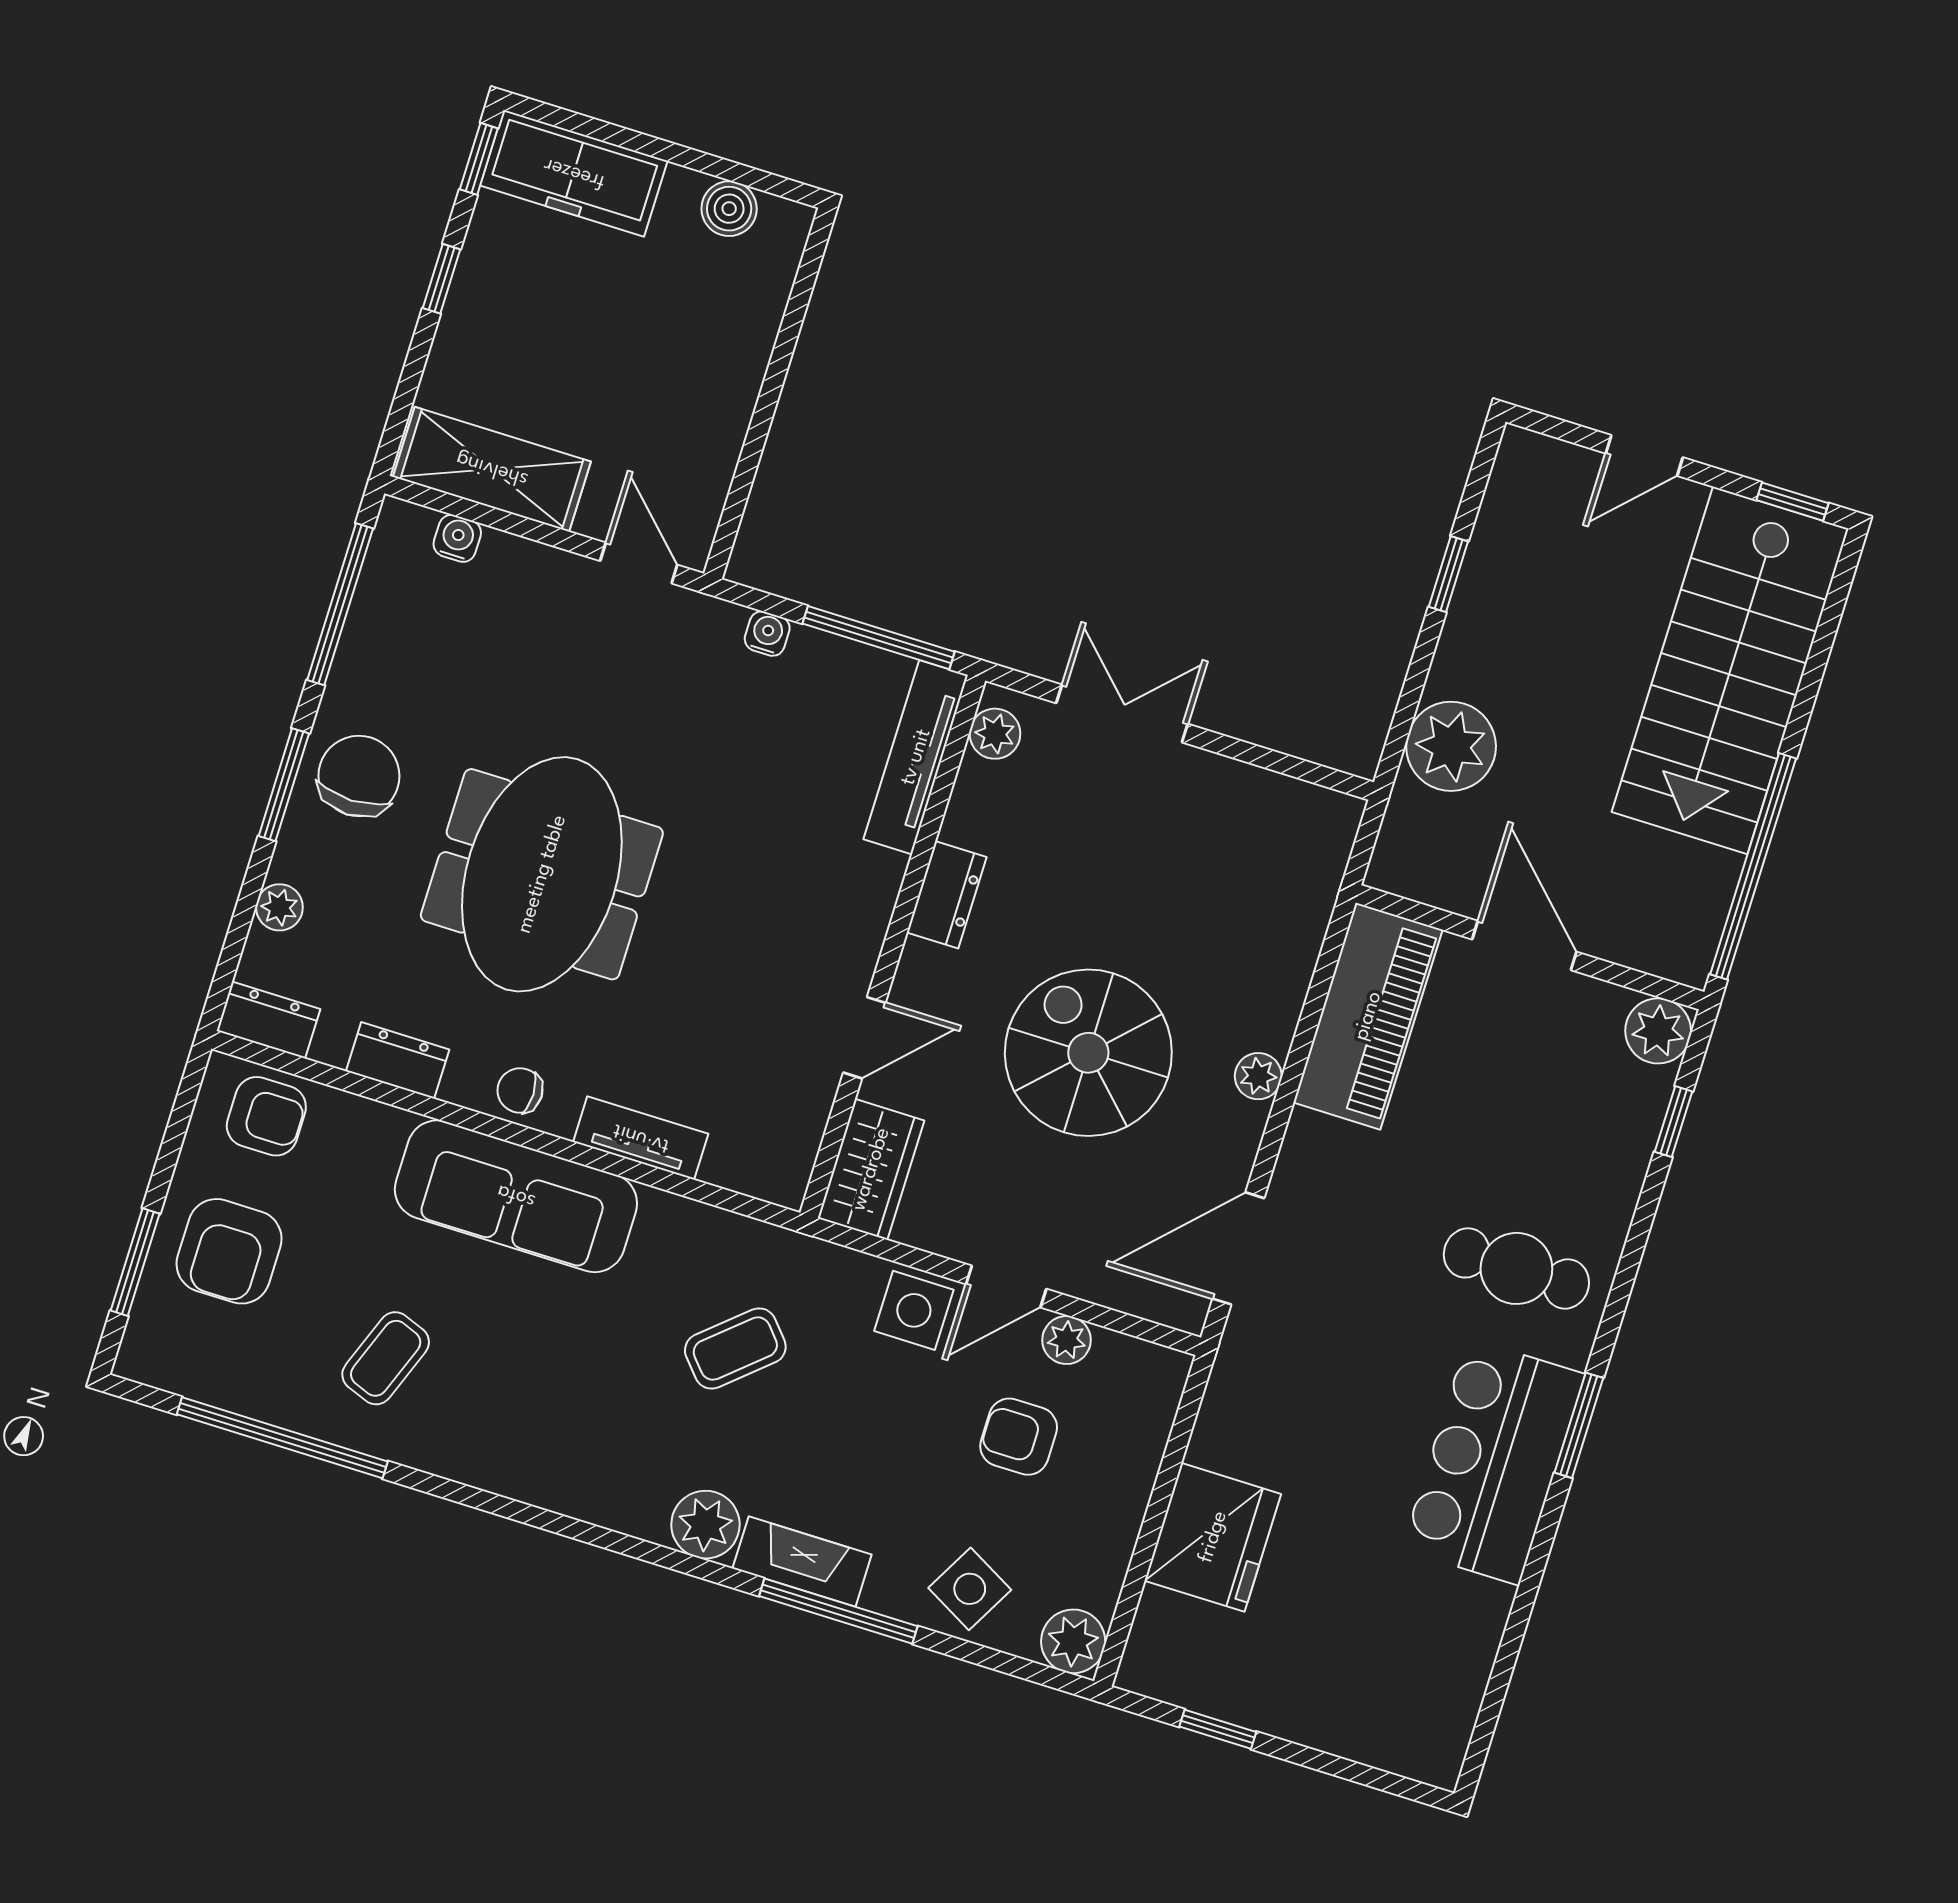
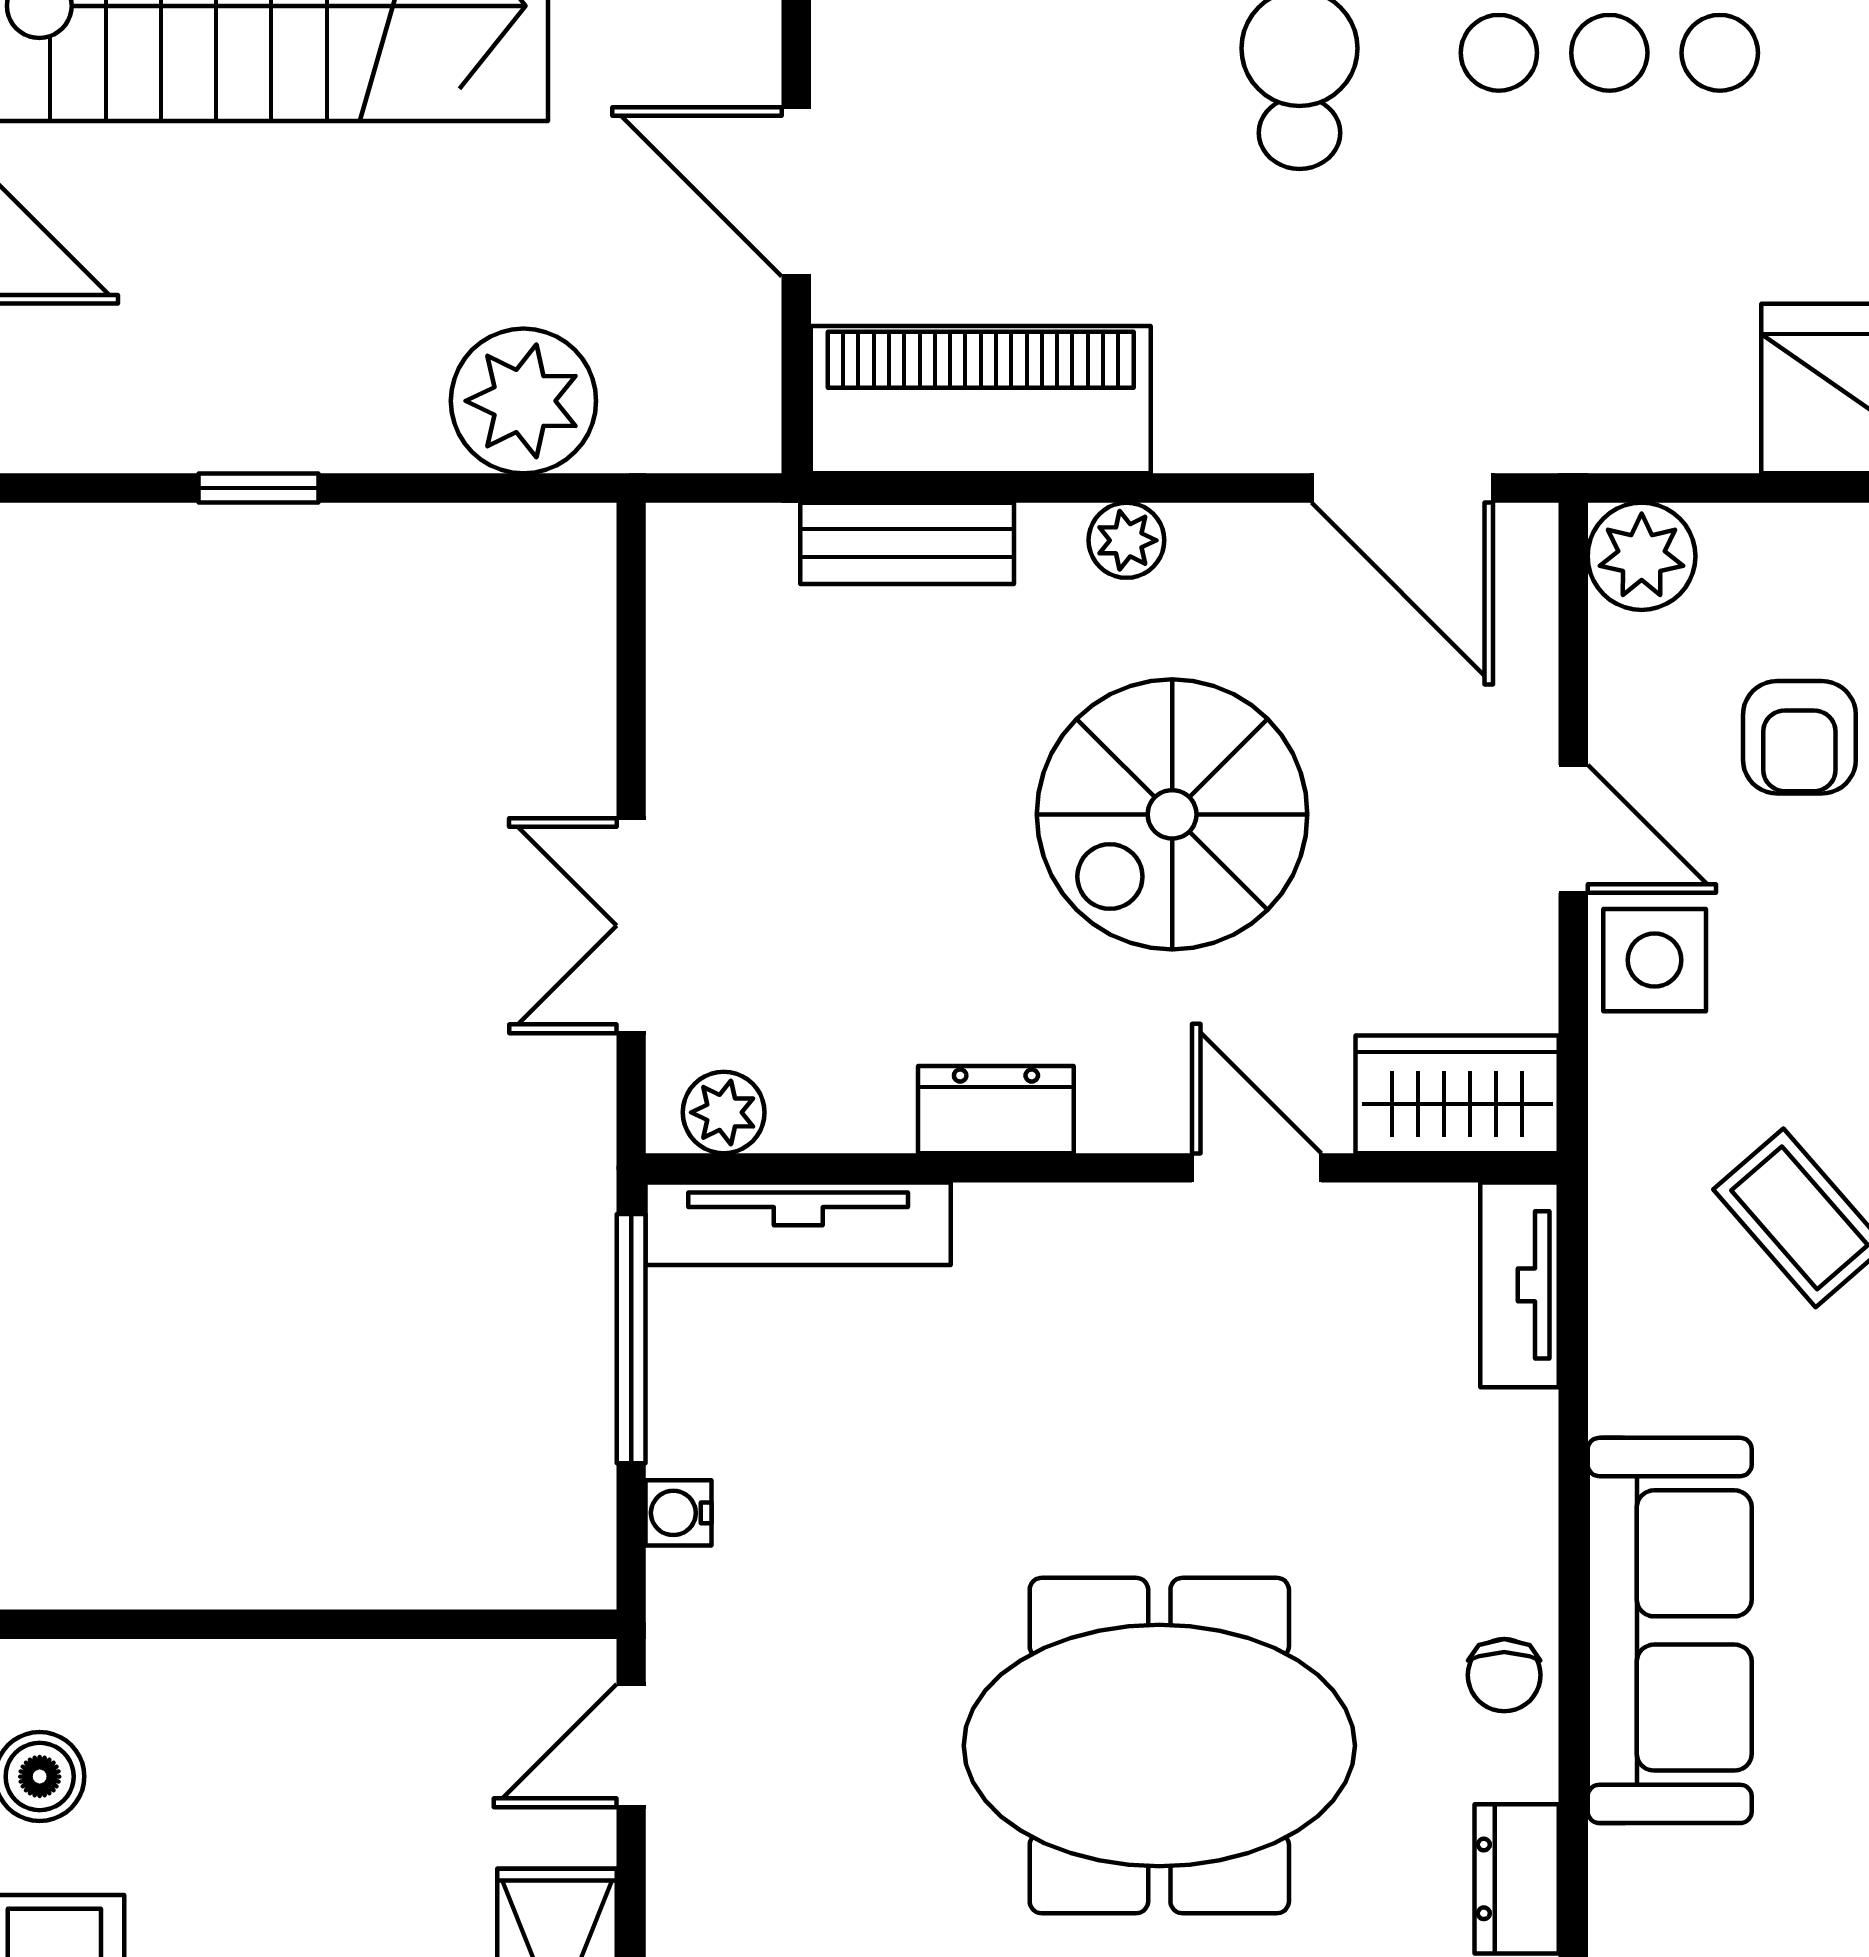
bench: (1297, 946) -> (907, 543), added
door: (1524, 946) -> (796, 192), hinge flipped
tv unit: (641, 1138) -> (1520, 1285), moved
plant: (1067, 1340) -> (1642, 556), moved, width x1.38, depth x1.38

